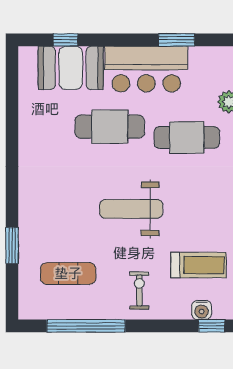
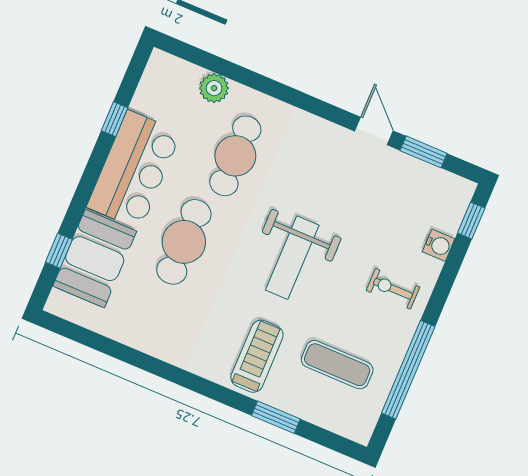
window: (177, 40) -> (115, 119), width x0.67
treadmill: (198, 265) -> (257, 356), moved
exercise mat: (68, 273) -> (337, 365), turned 90
water cooler: (202, 310) -> (439, 245), moved

